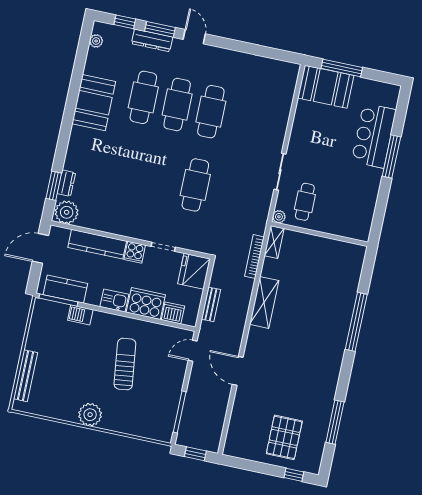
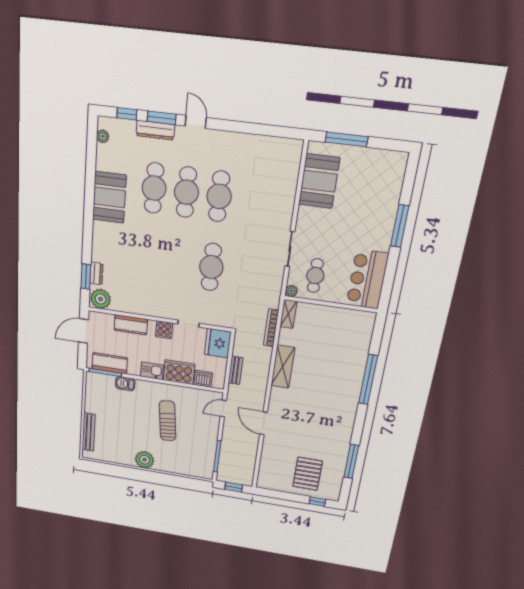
booth: (326, 87) -> (319, 181), moved, turned 90
bar counter: (374, 136) -> (367, 279), moved
kitchen counter: (97, 244) -> (131, 325), width x0.67

